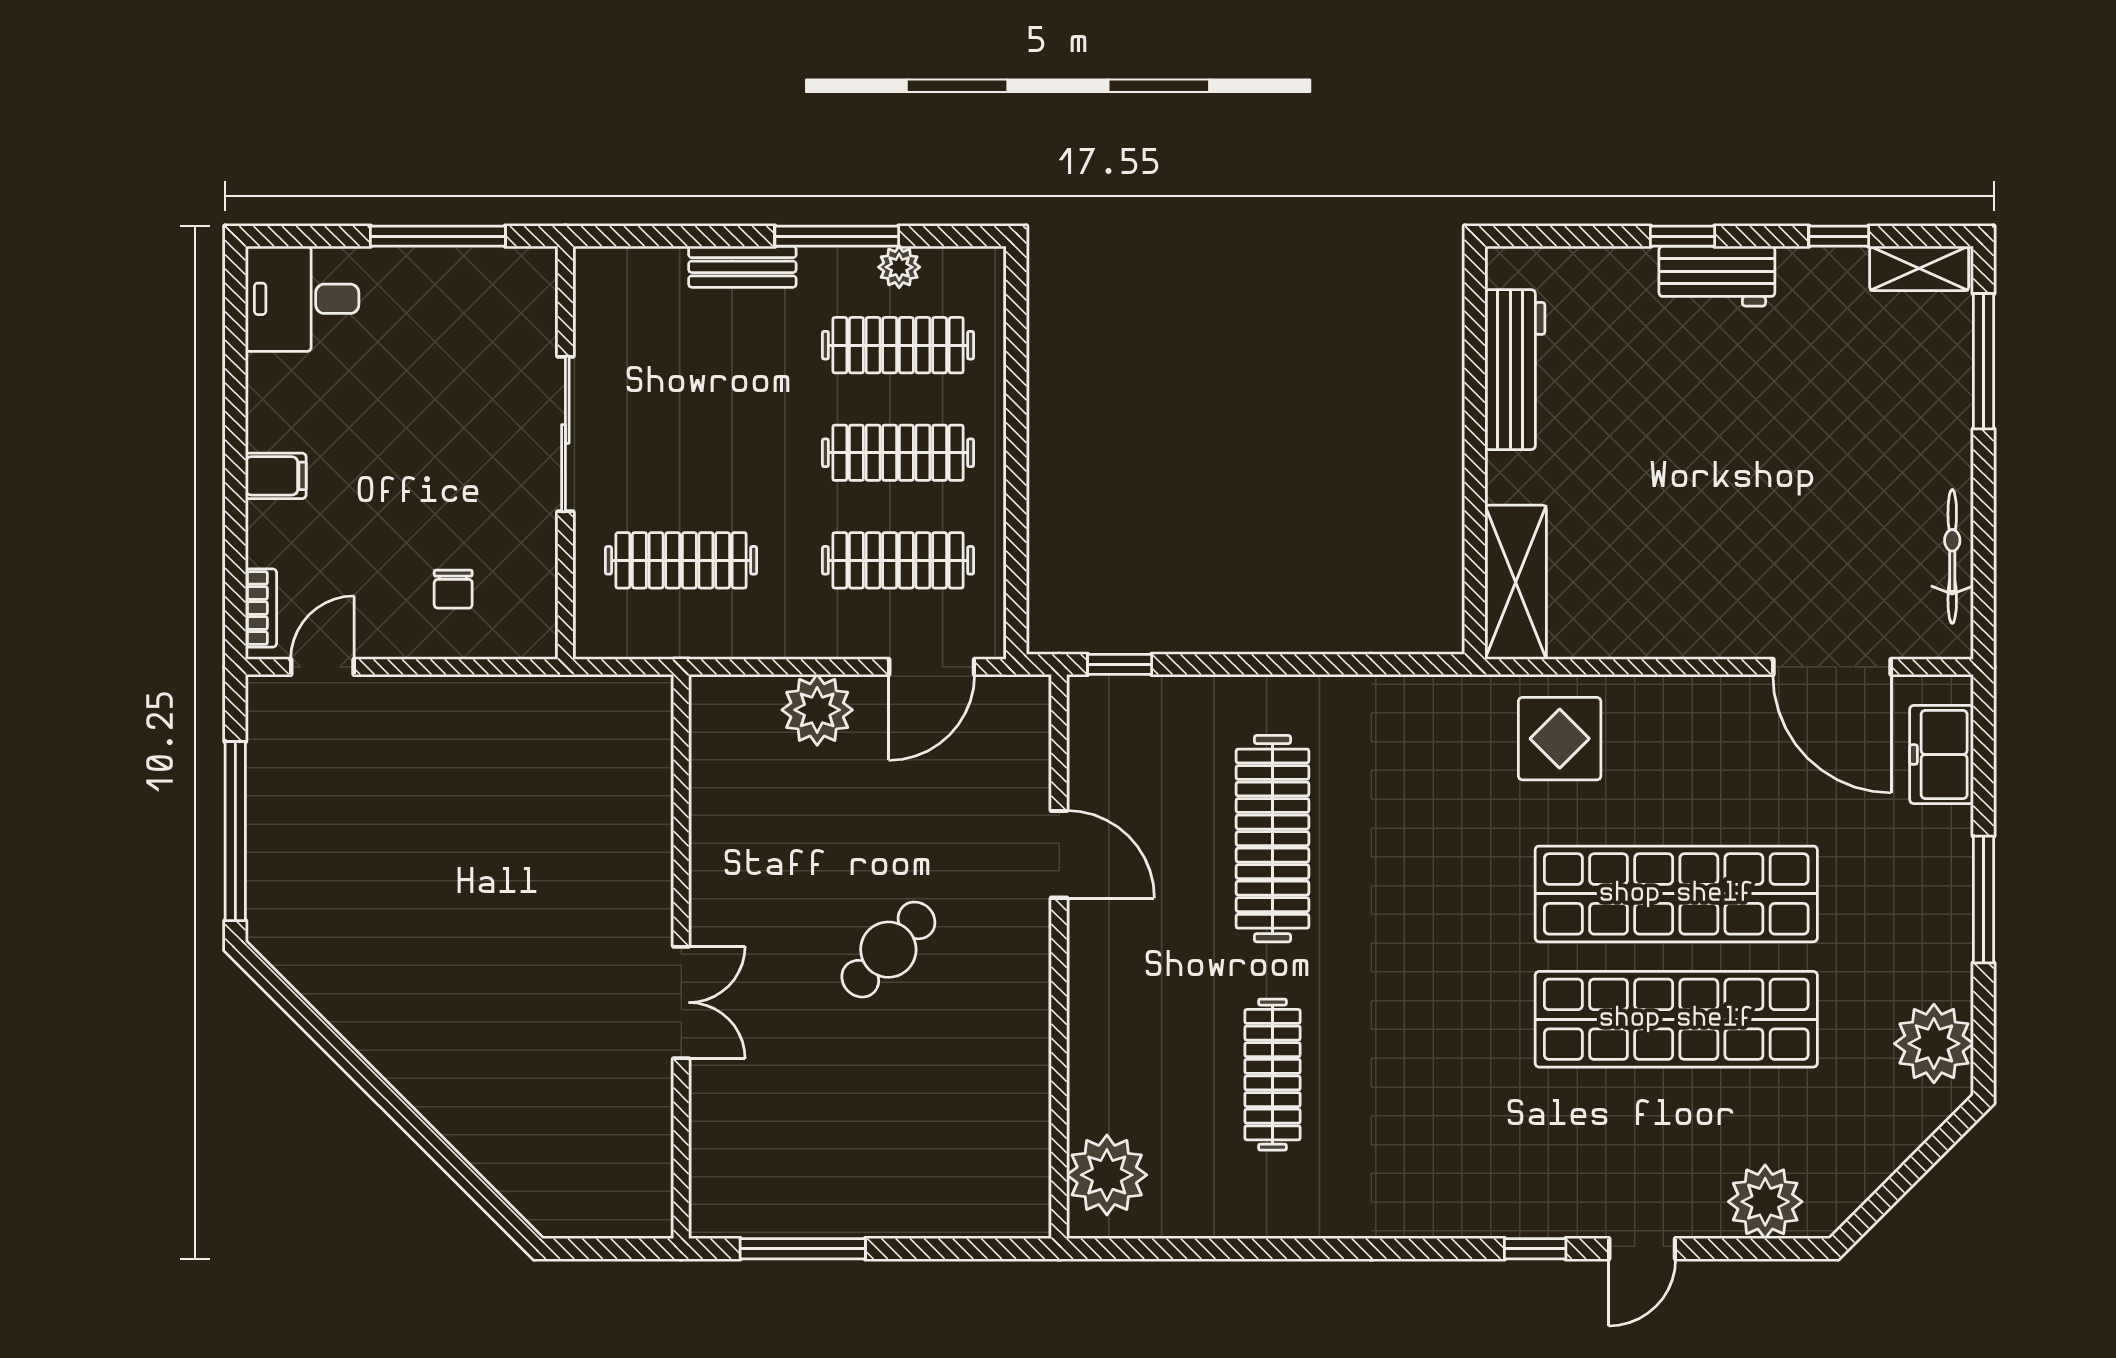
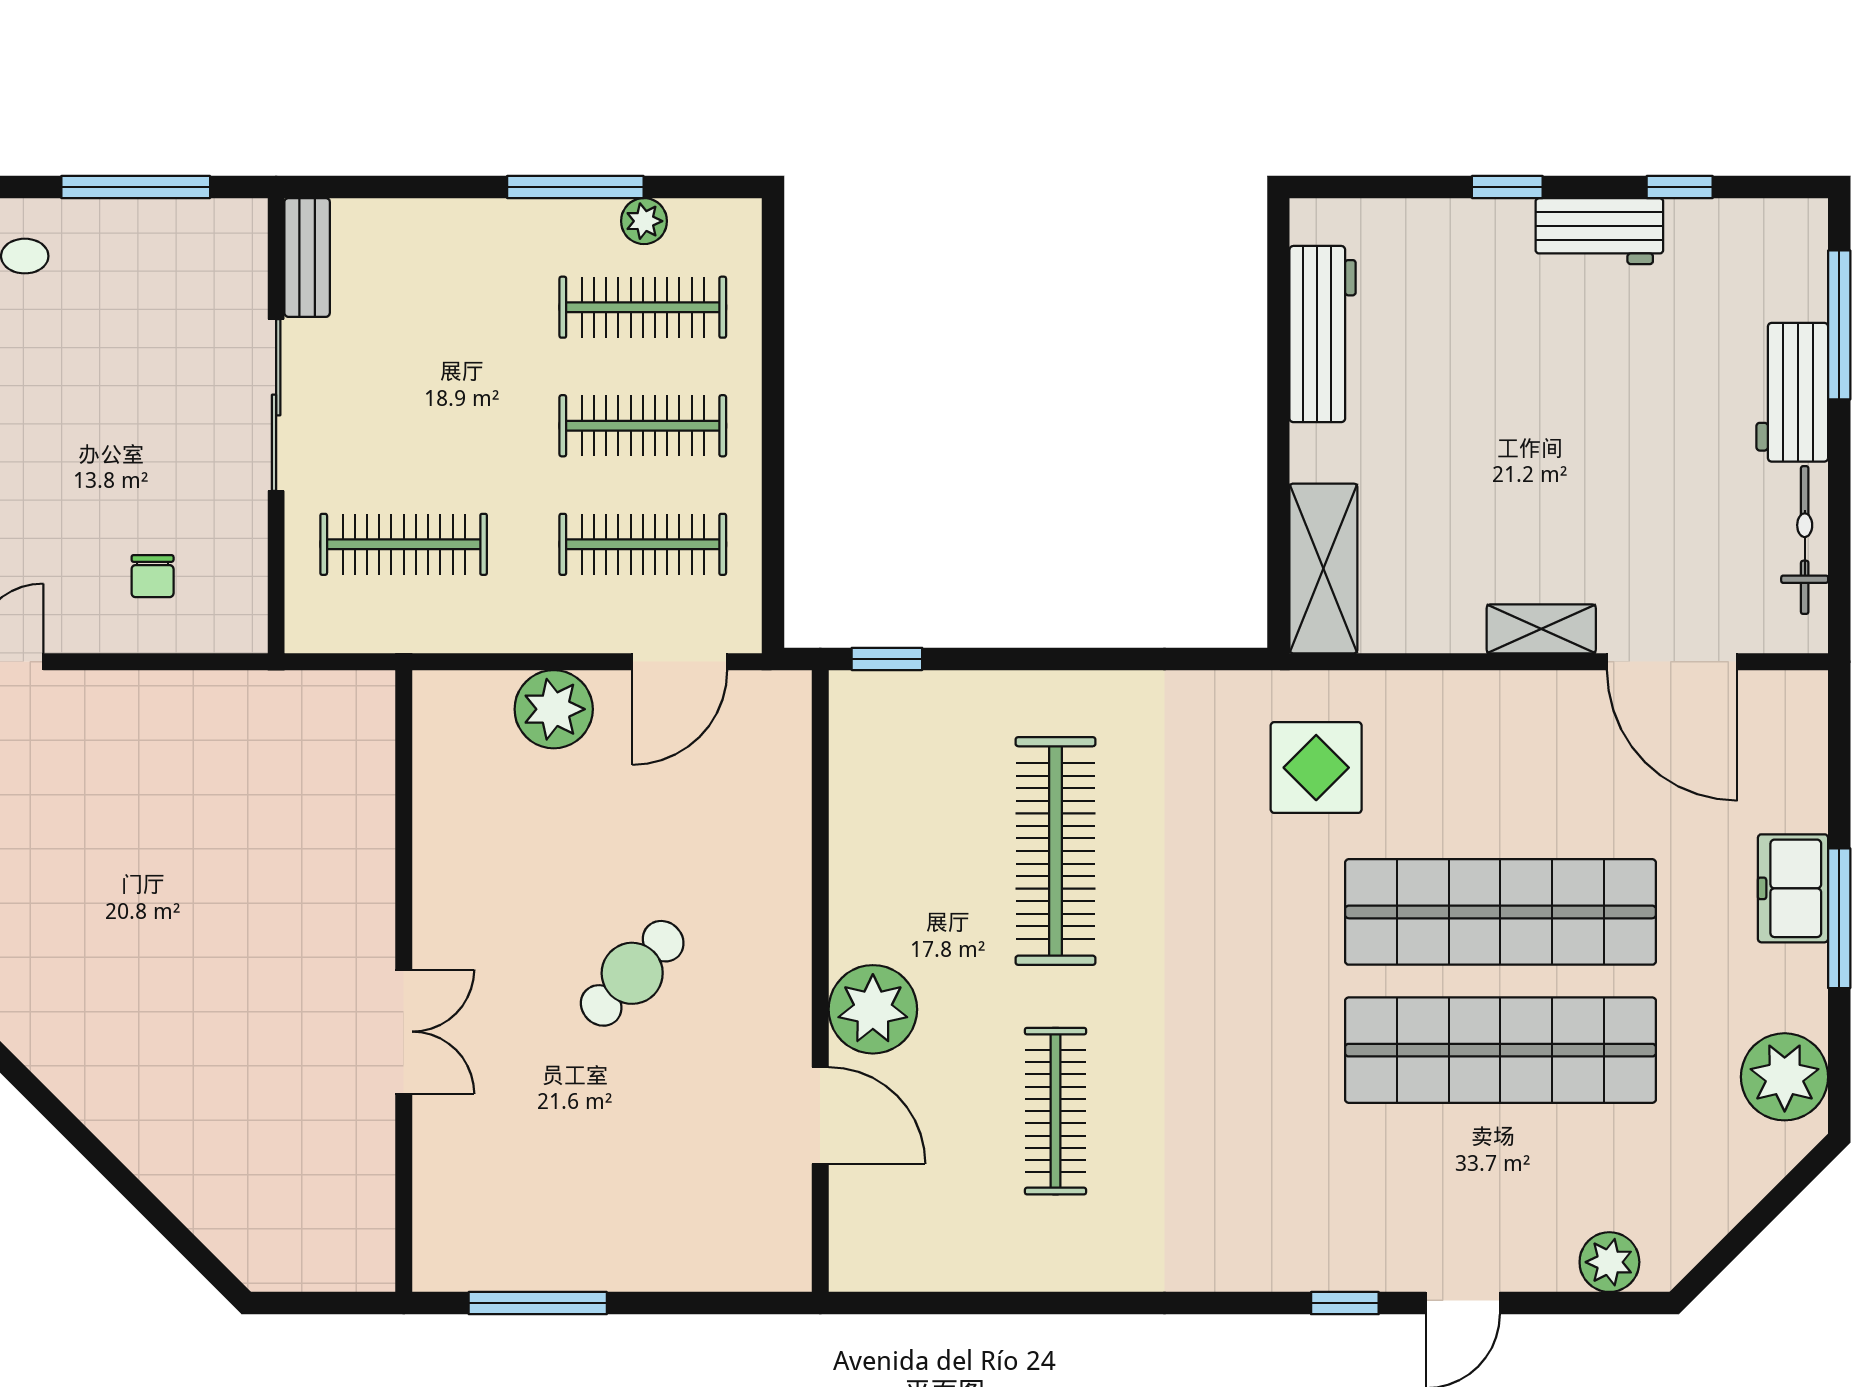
bench: (742, 267) -> (307, 257), moved, turned 90
shelving: (1919, 268) -> (1541, 629), moved
workbench: (1717, 276) -> (1599, 231), moved
workbench: (1941, 422) -> (1792, 392), added
display table: (1560, 739) -> (1316, 768), moved
freezer: (1942, 755) -> (1793, 888), moved
door: (1059, 854) -> (820, 1116), moved
plant: (1107, 1175) -> (873, 1009), moved
plant: (1765, 1202) -> (1609, 1262), width x0.73, depth x0.73

